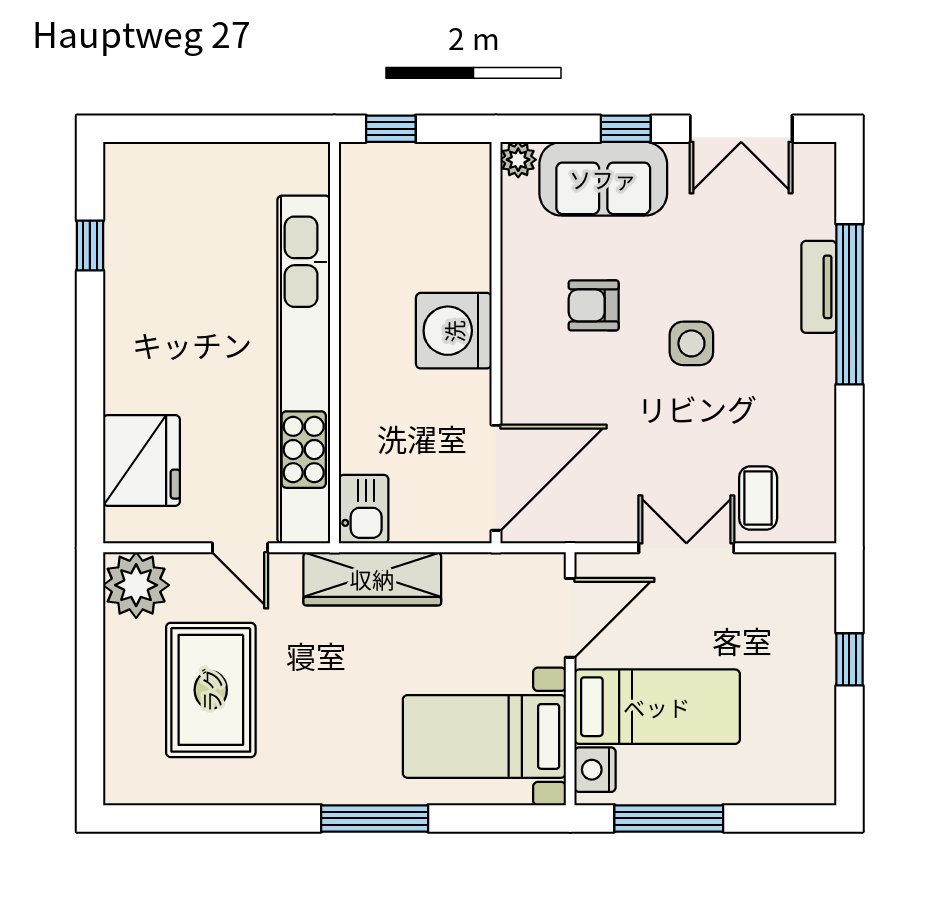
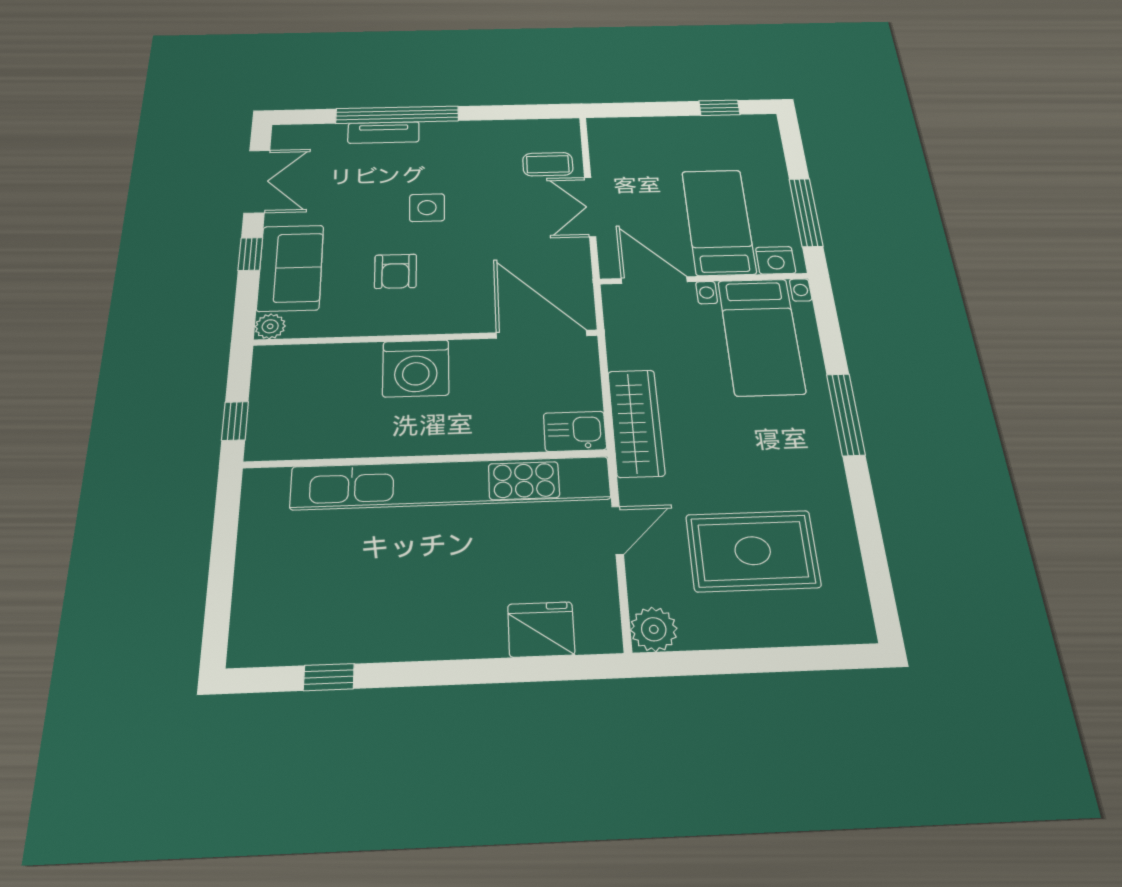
fridge: (142, 460) -> (541, 629), width x0.73, depth x0.75
plant: (136, 585) -> (654, 629), width x0.73, depth x0.73
window: (849, 659) -> (719, 108), moved

